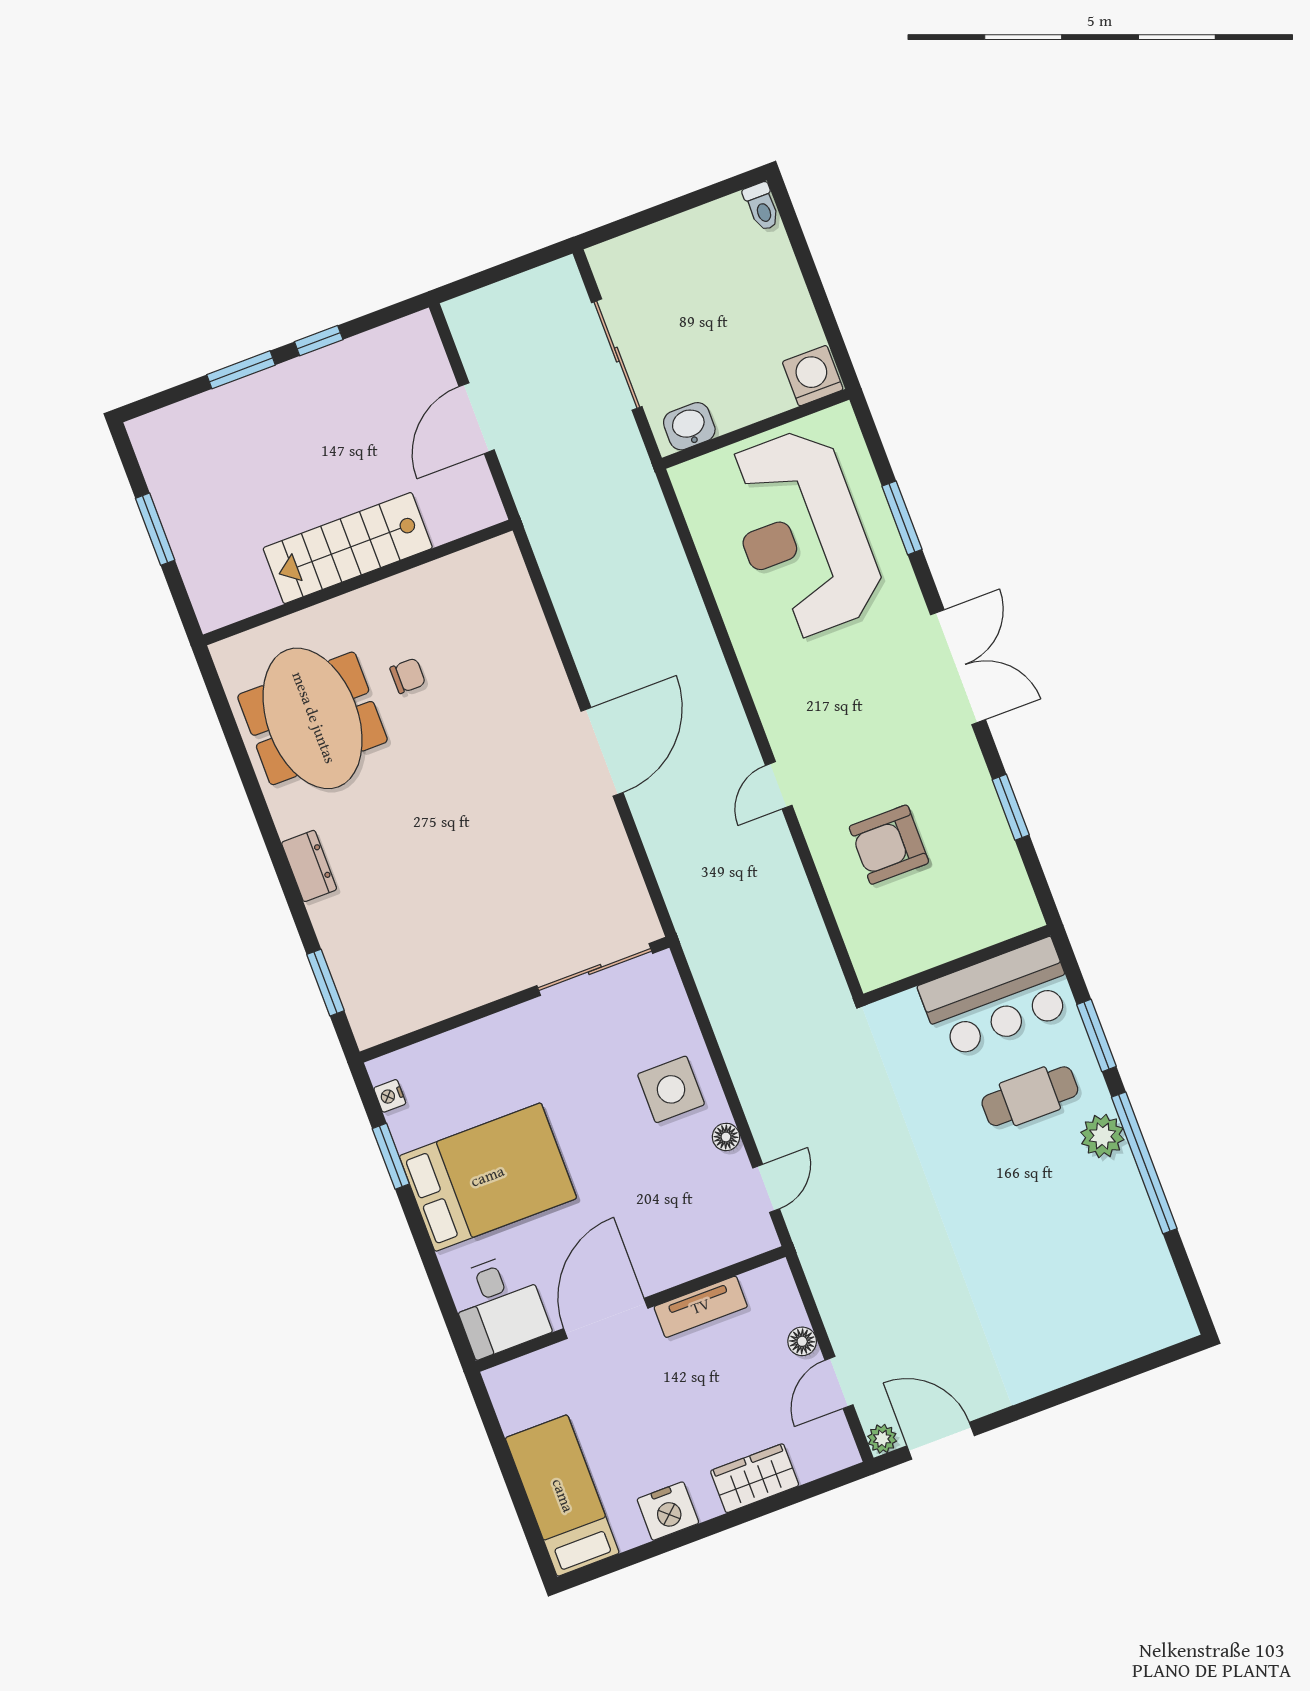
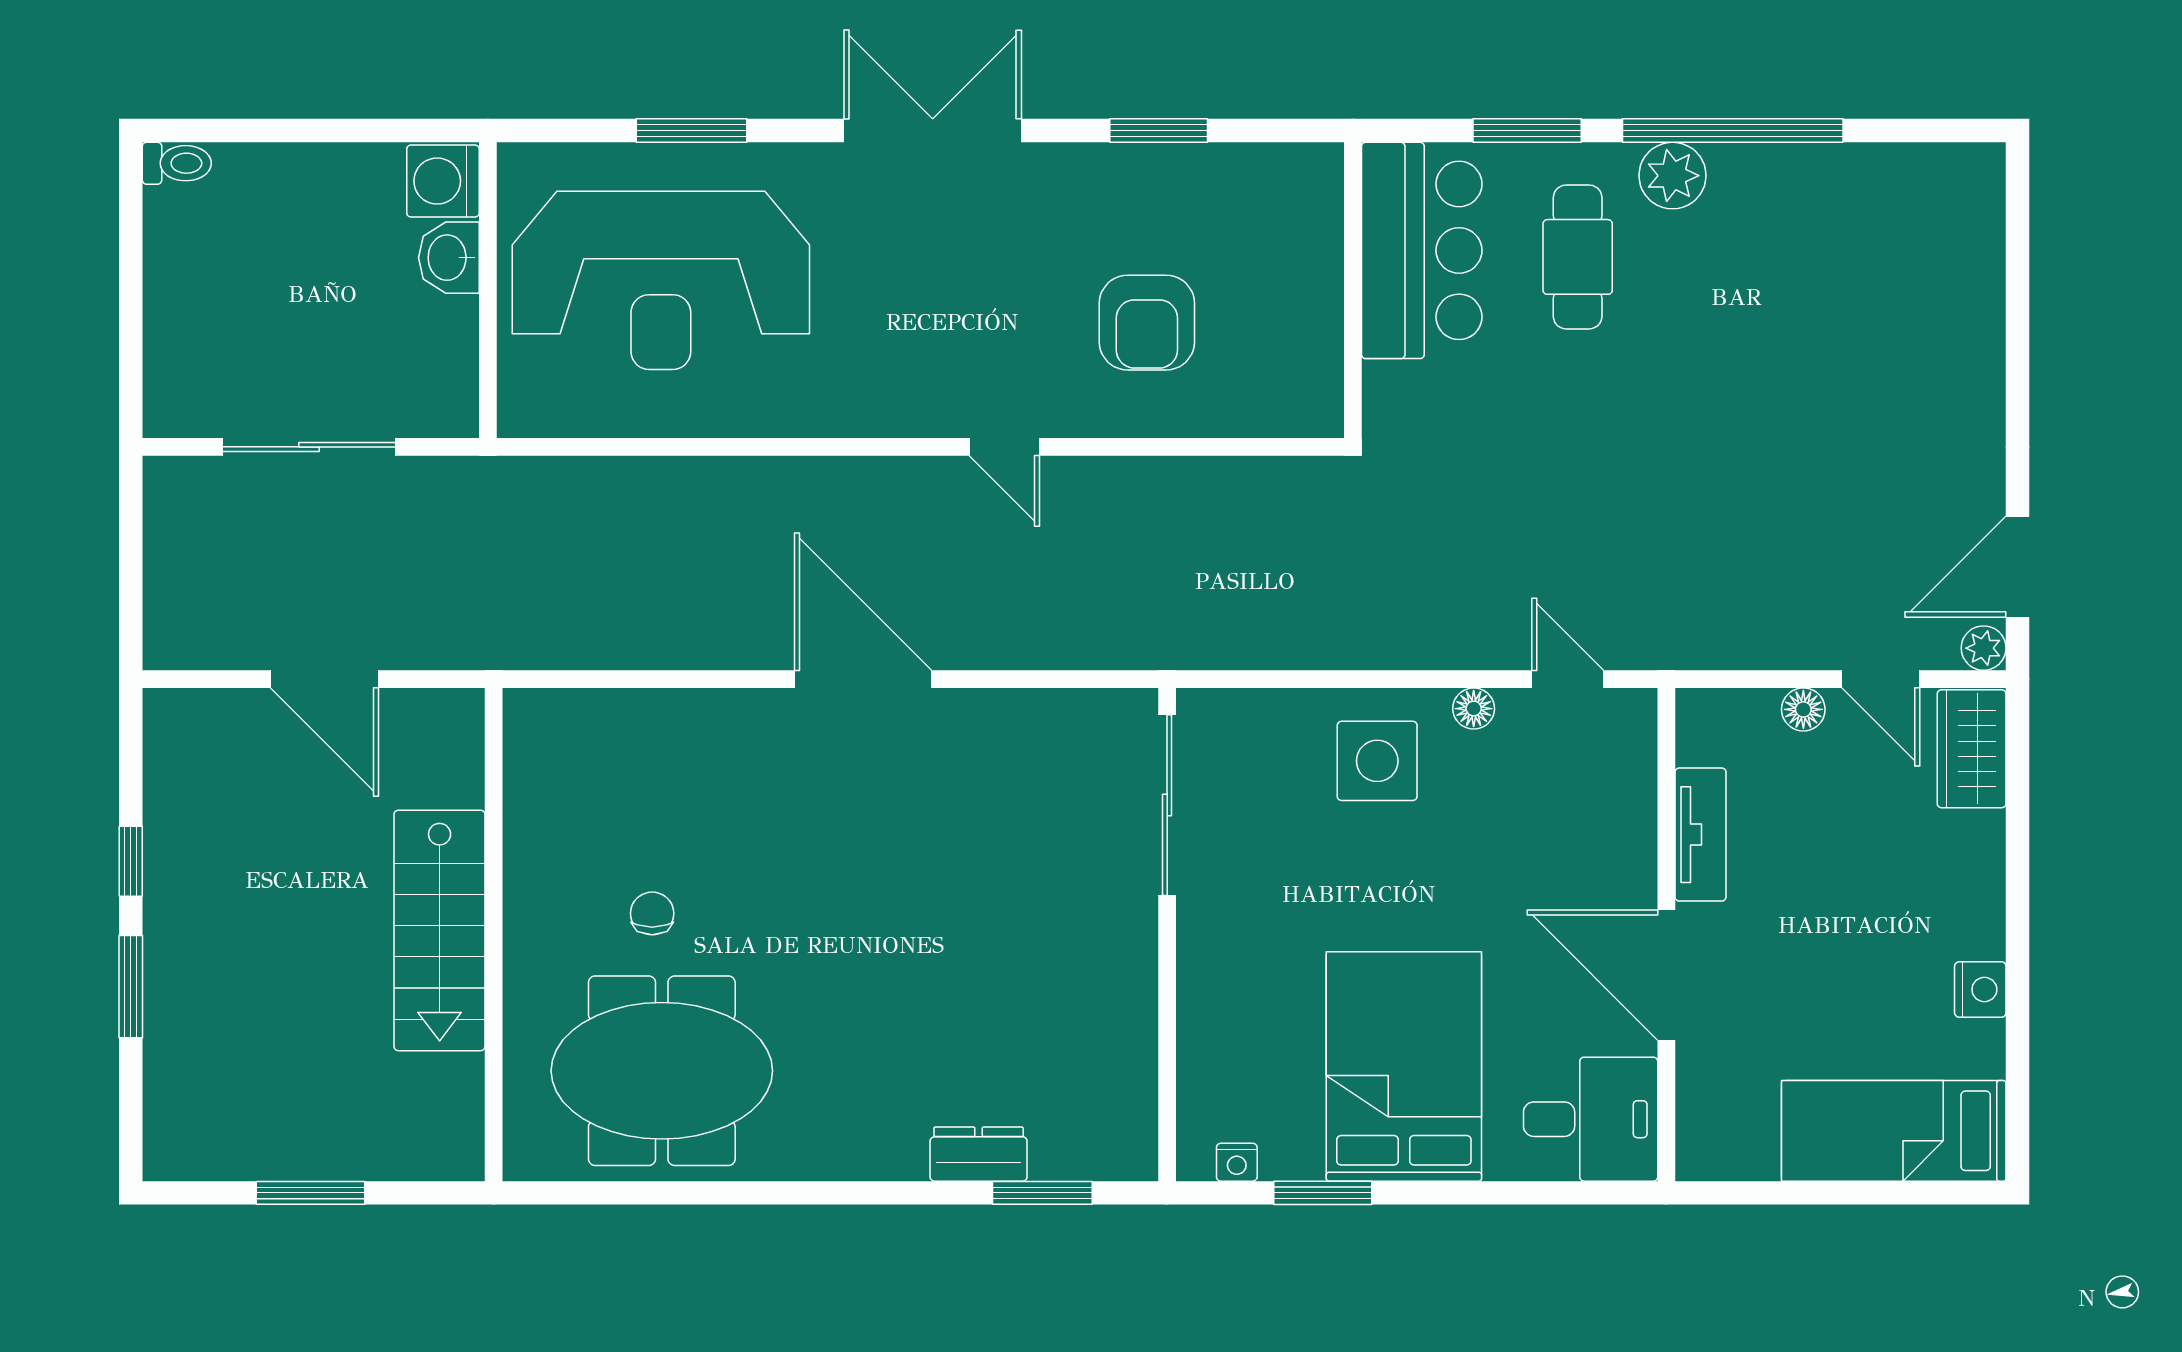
washbasin: (689, 426) -> (449, 258), moved
dresser: (309, 866) -> (979, 1154), moved
wardrobe: (755, 1478) -> (1972, 749), moved
nightstand: (668, 1511) -> (1980, 989), width x0.74, depth x0.75

